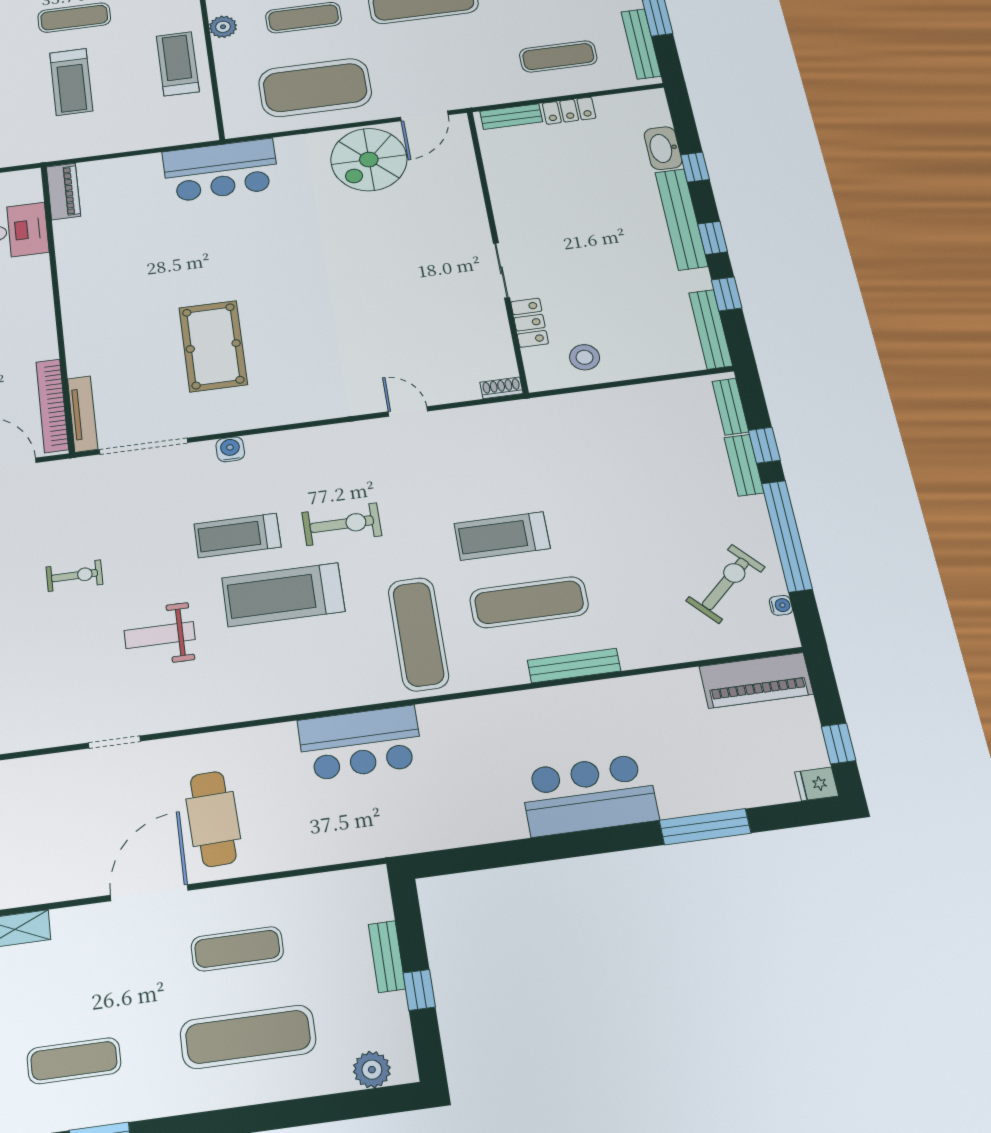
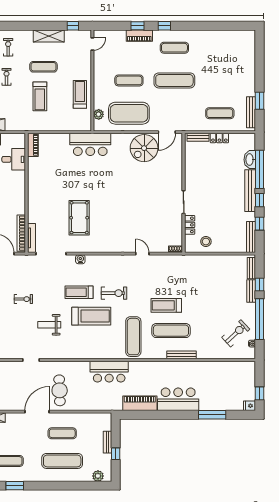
plant: (223, 27) -> (99, 114), moved
window: (695, 167) -> (259, 169), width x3.17
treadmill: (283, 595) -> (91, 316), turned 180
piano: (756, 680) -> (140, 403), moved, turned 180

